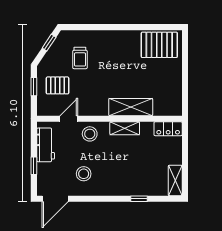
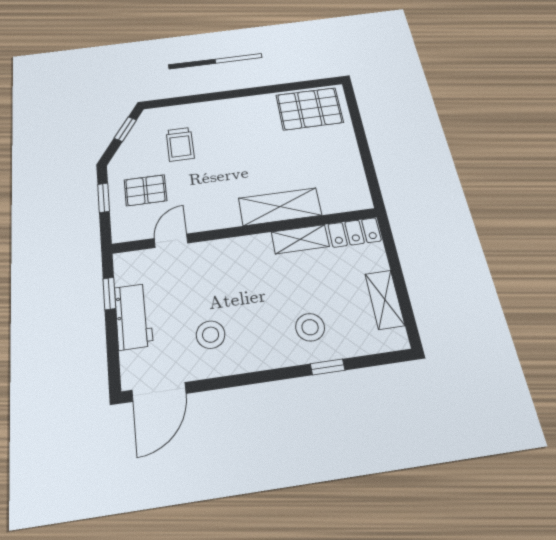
shelving: (125, 128) -> (300, 239), moved
stool: (90, 134) -> (310, 327), moved
workbench: (46, 145) -> (134, 316), moved
window: (34, 166) -> (109, 294), moved
shelving: (175, 180) -> (385, 300), moved

